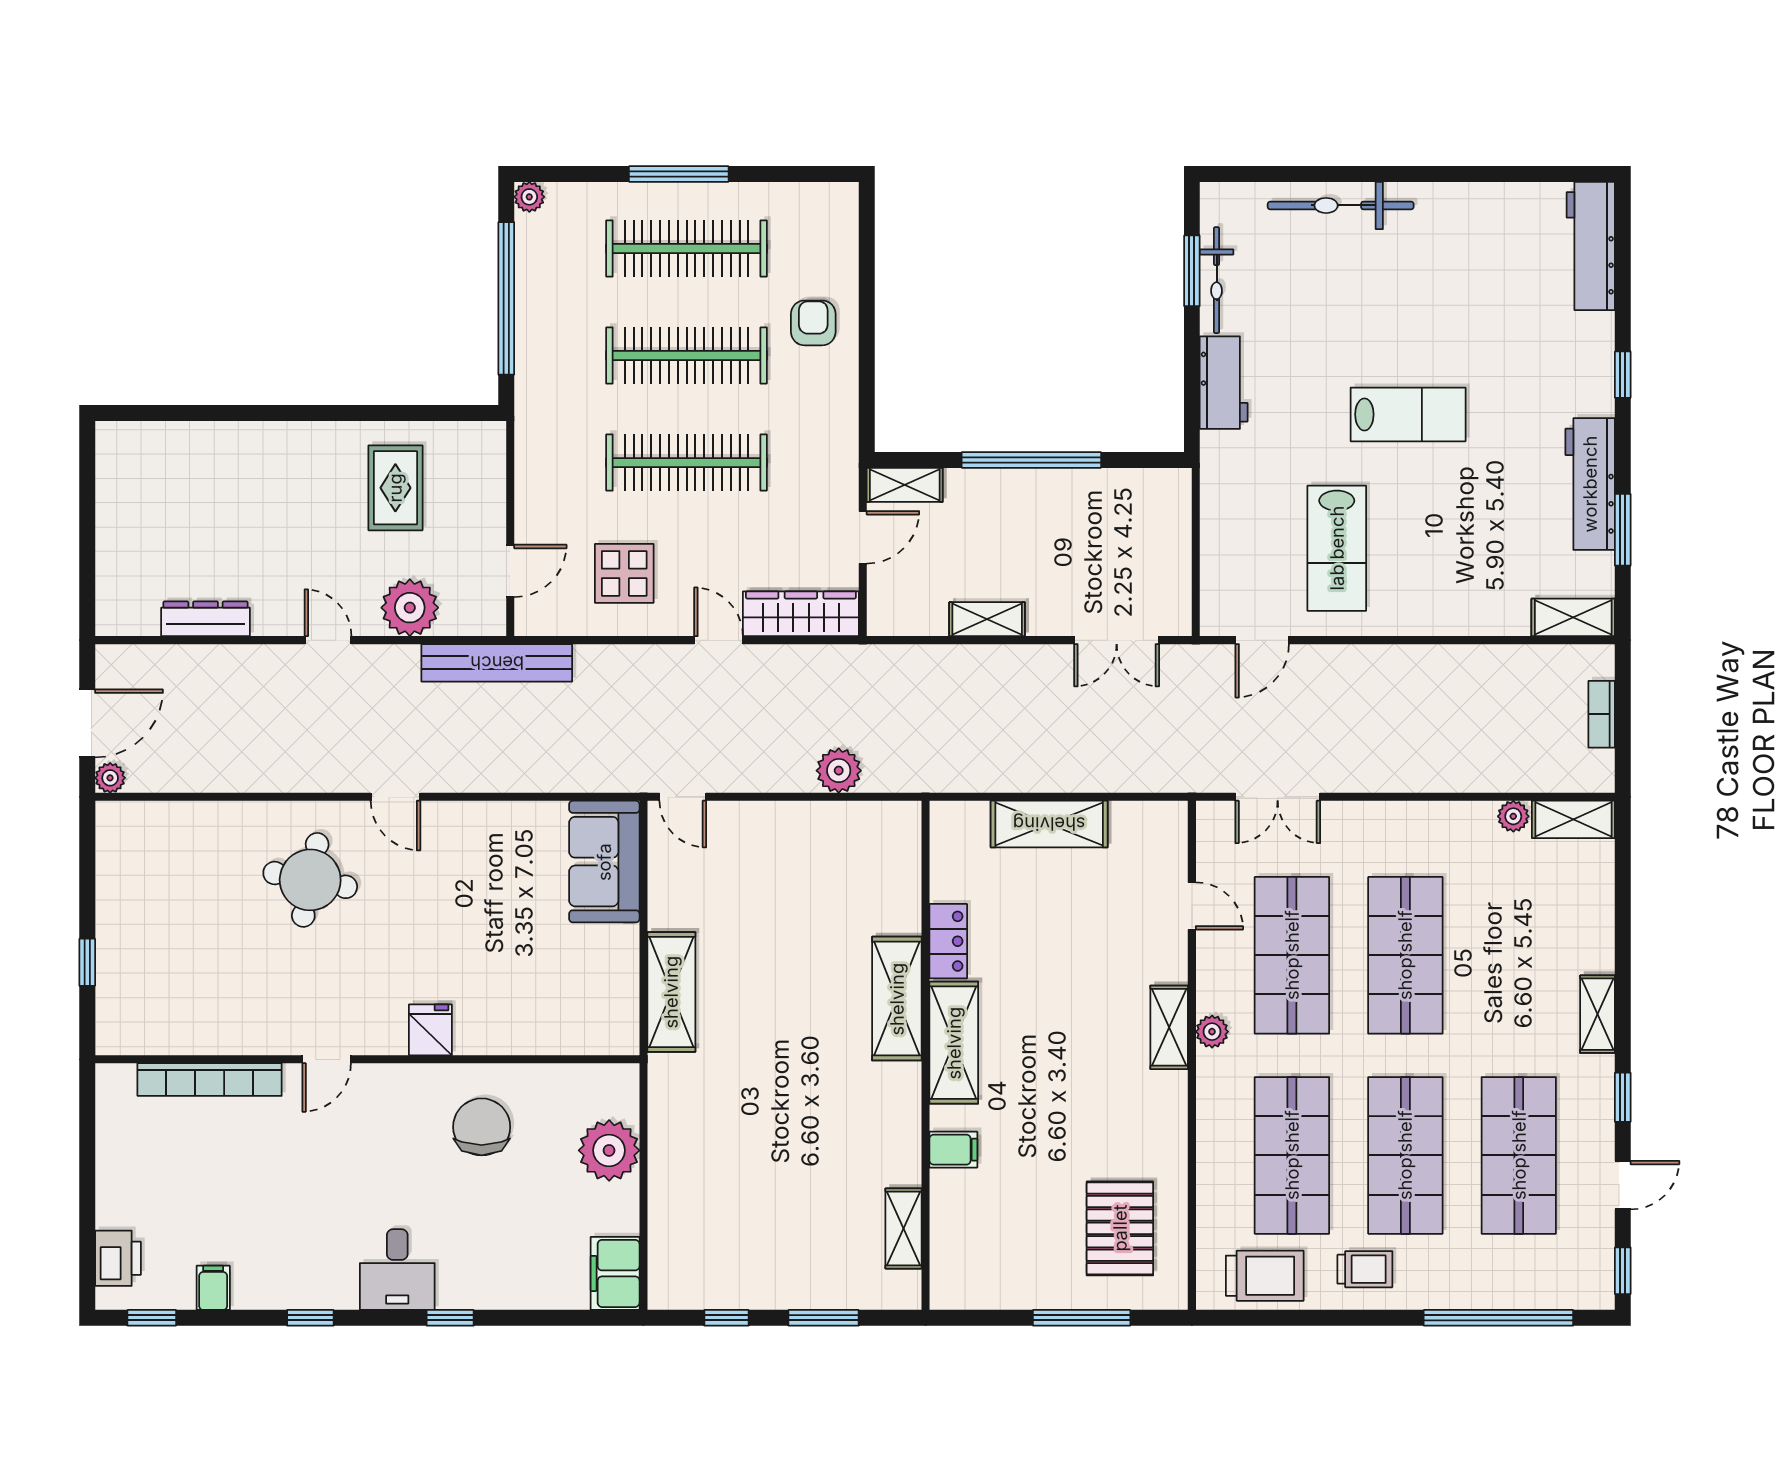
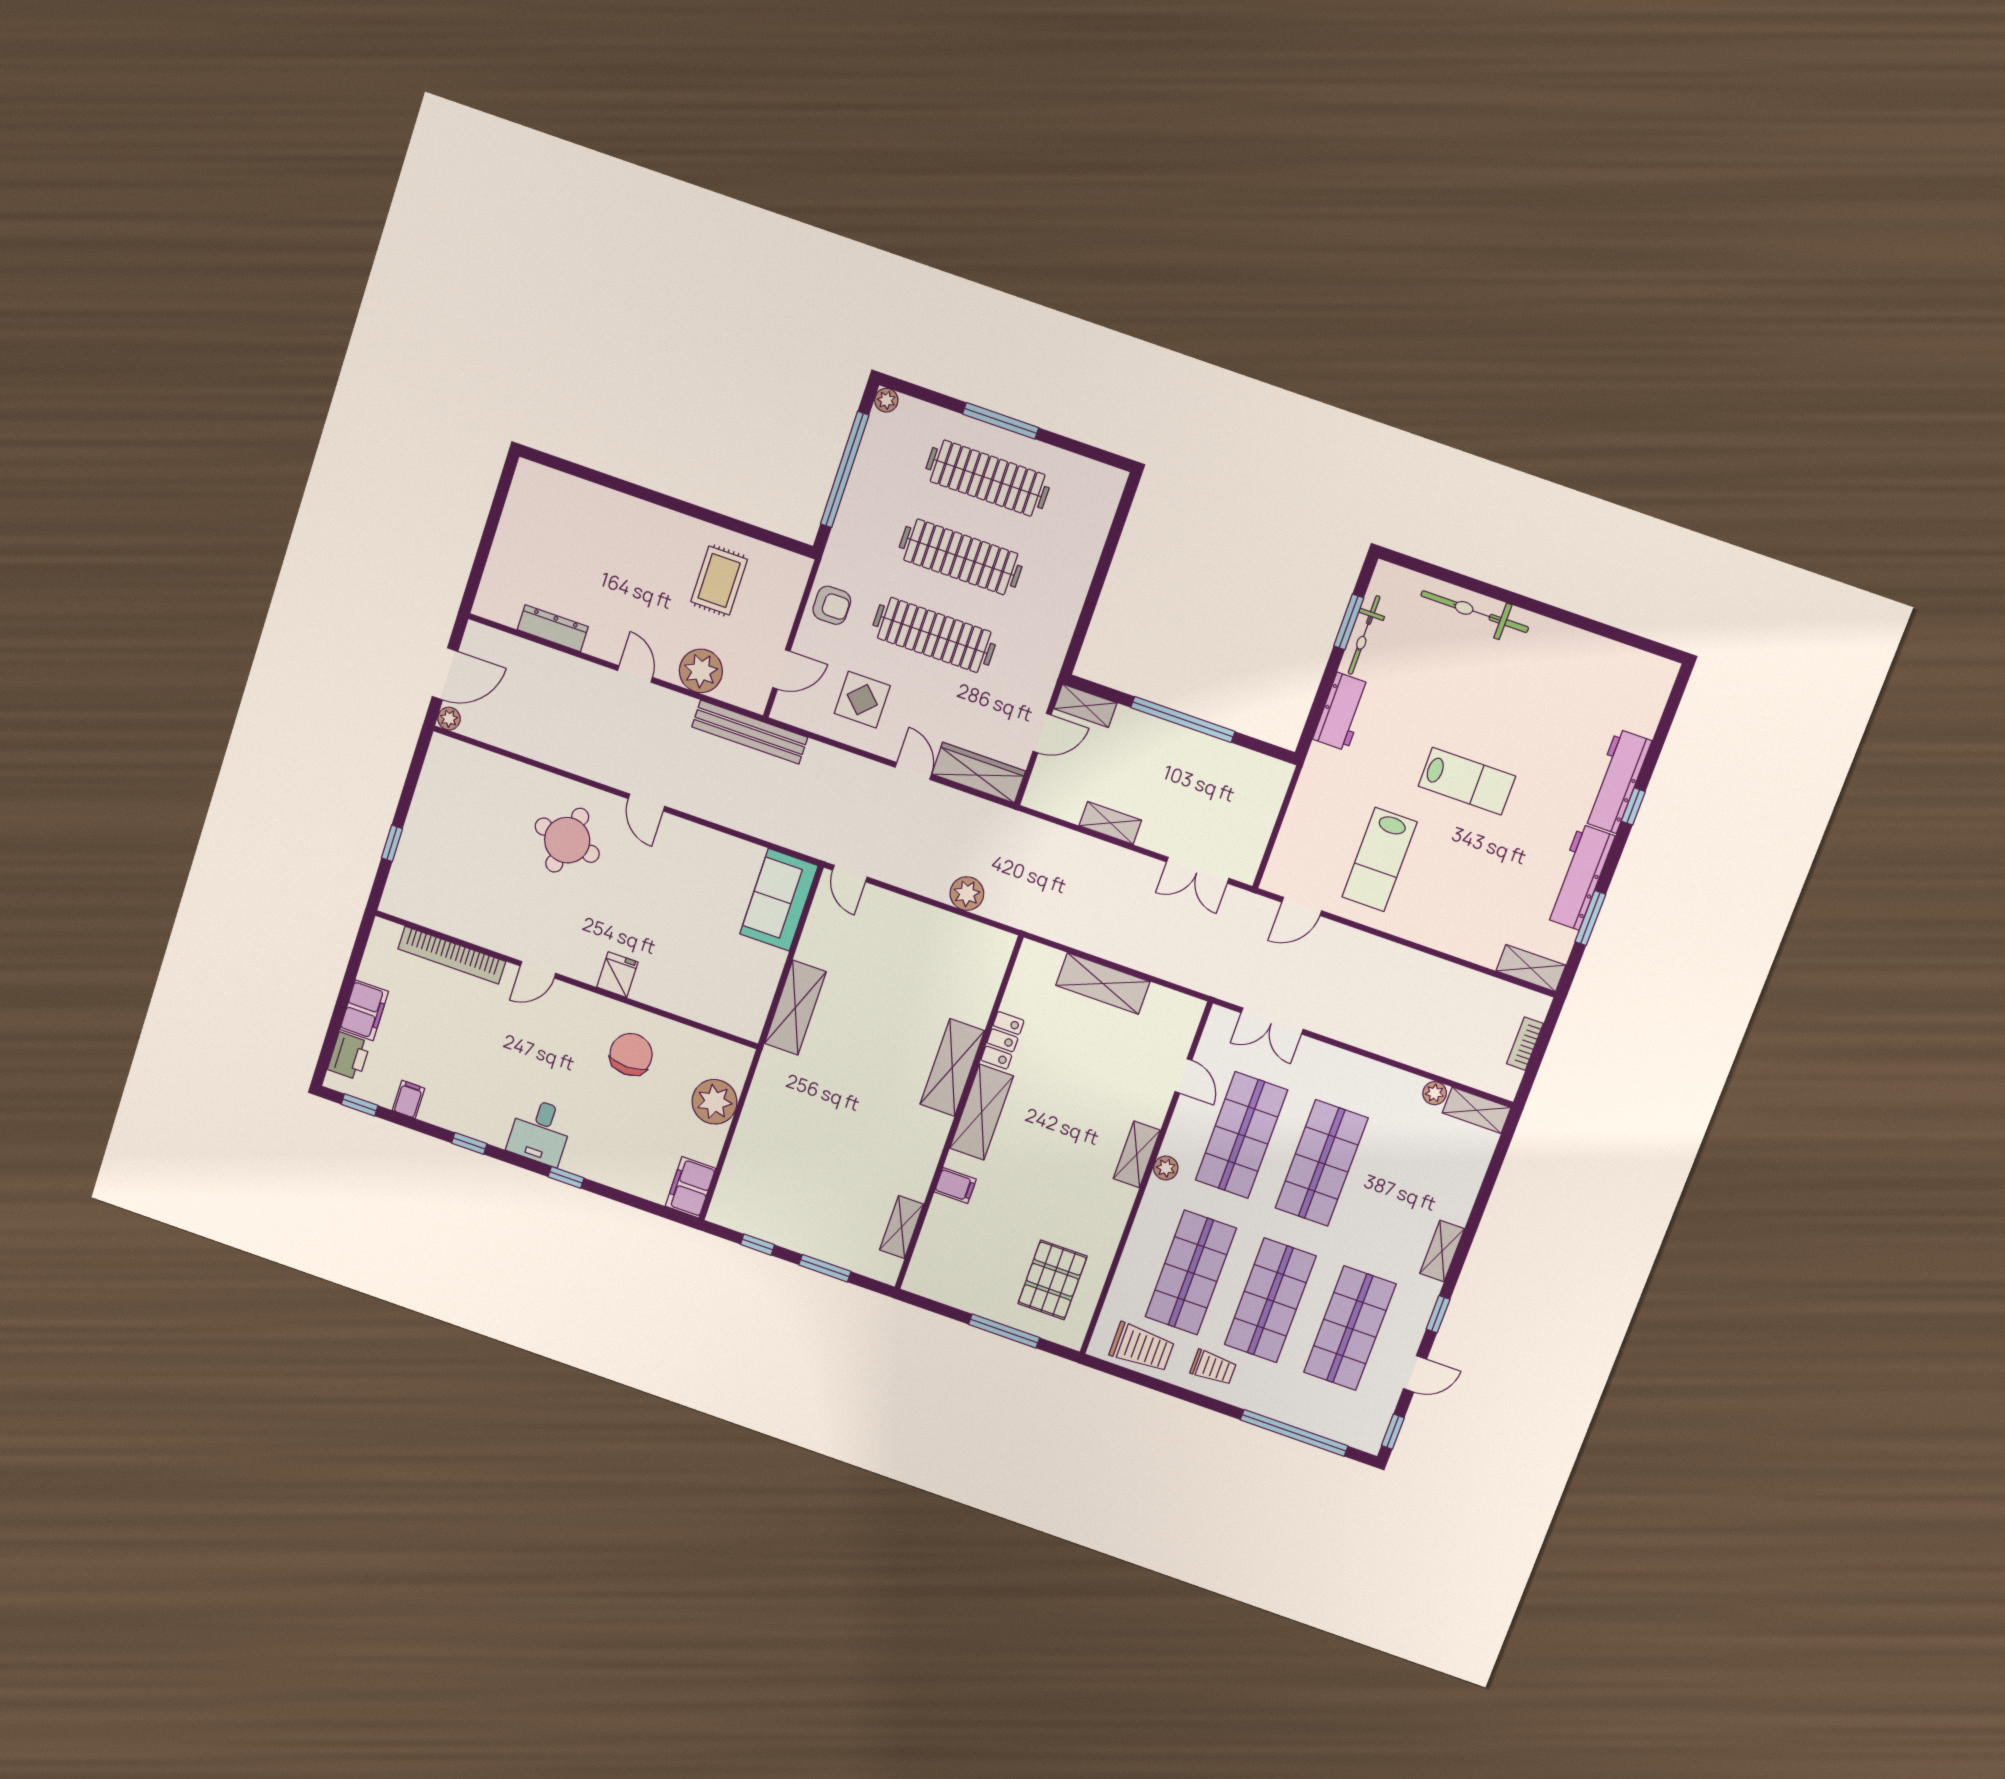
workbench: (1591, 246) -> (1617, 781), moved
armchair: (813, 323) -> (832, 605), moved, turned 90
filing cabinet: (119, 1191) -> (364, 1010), added

